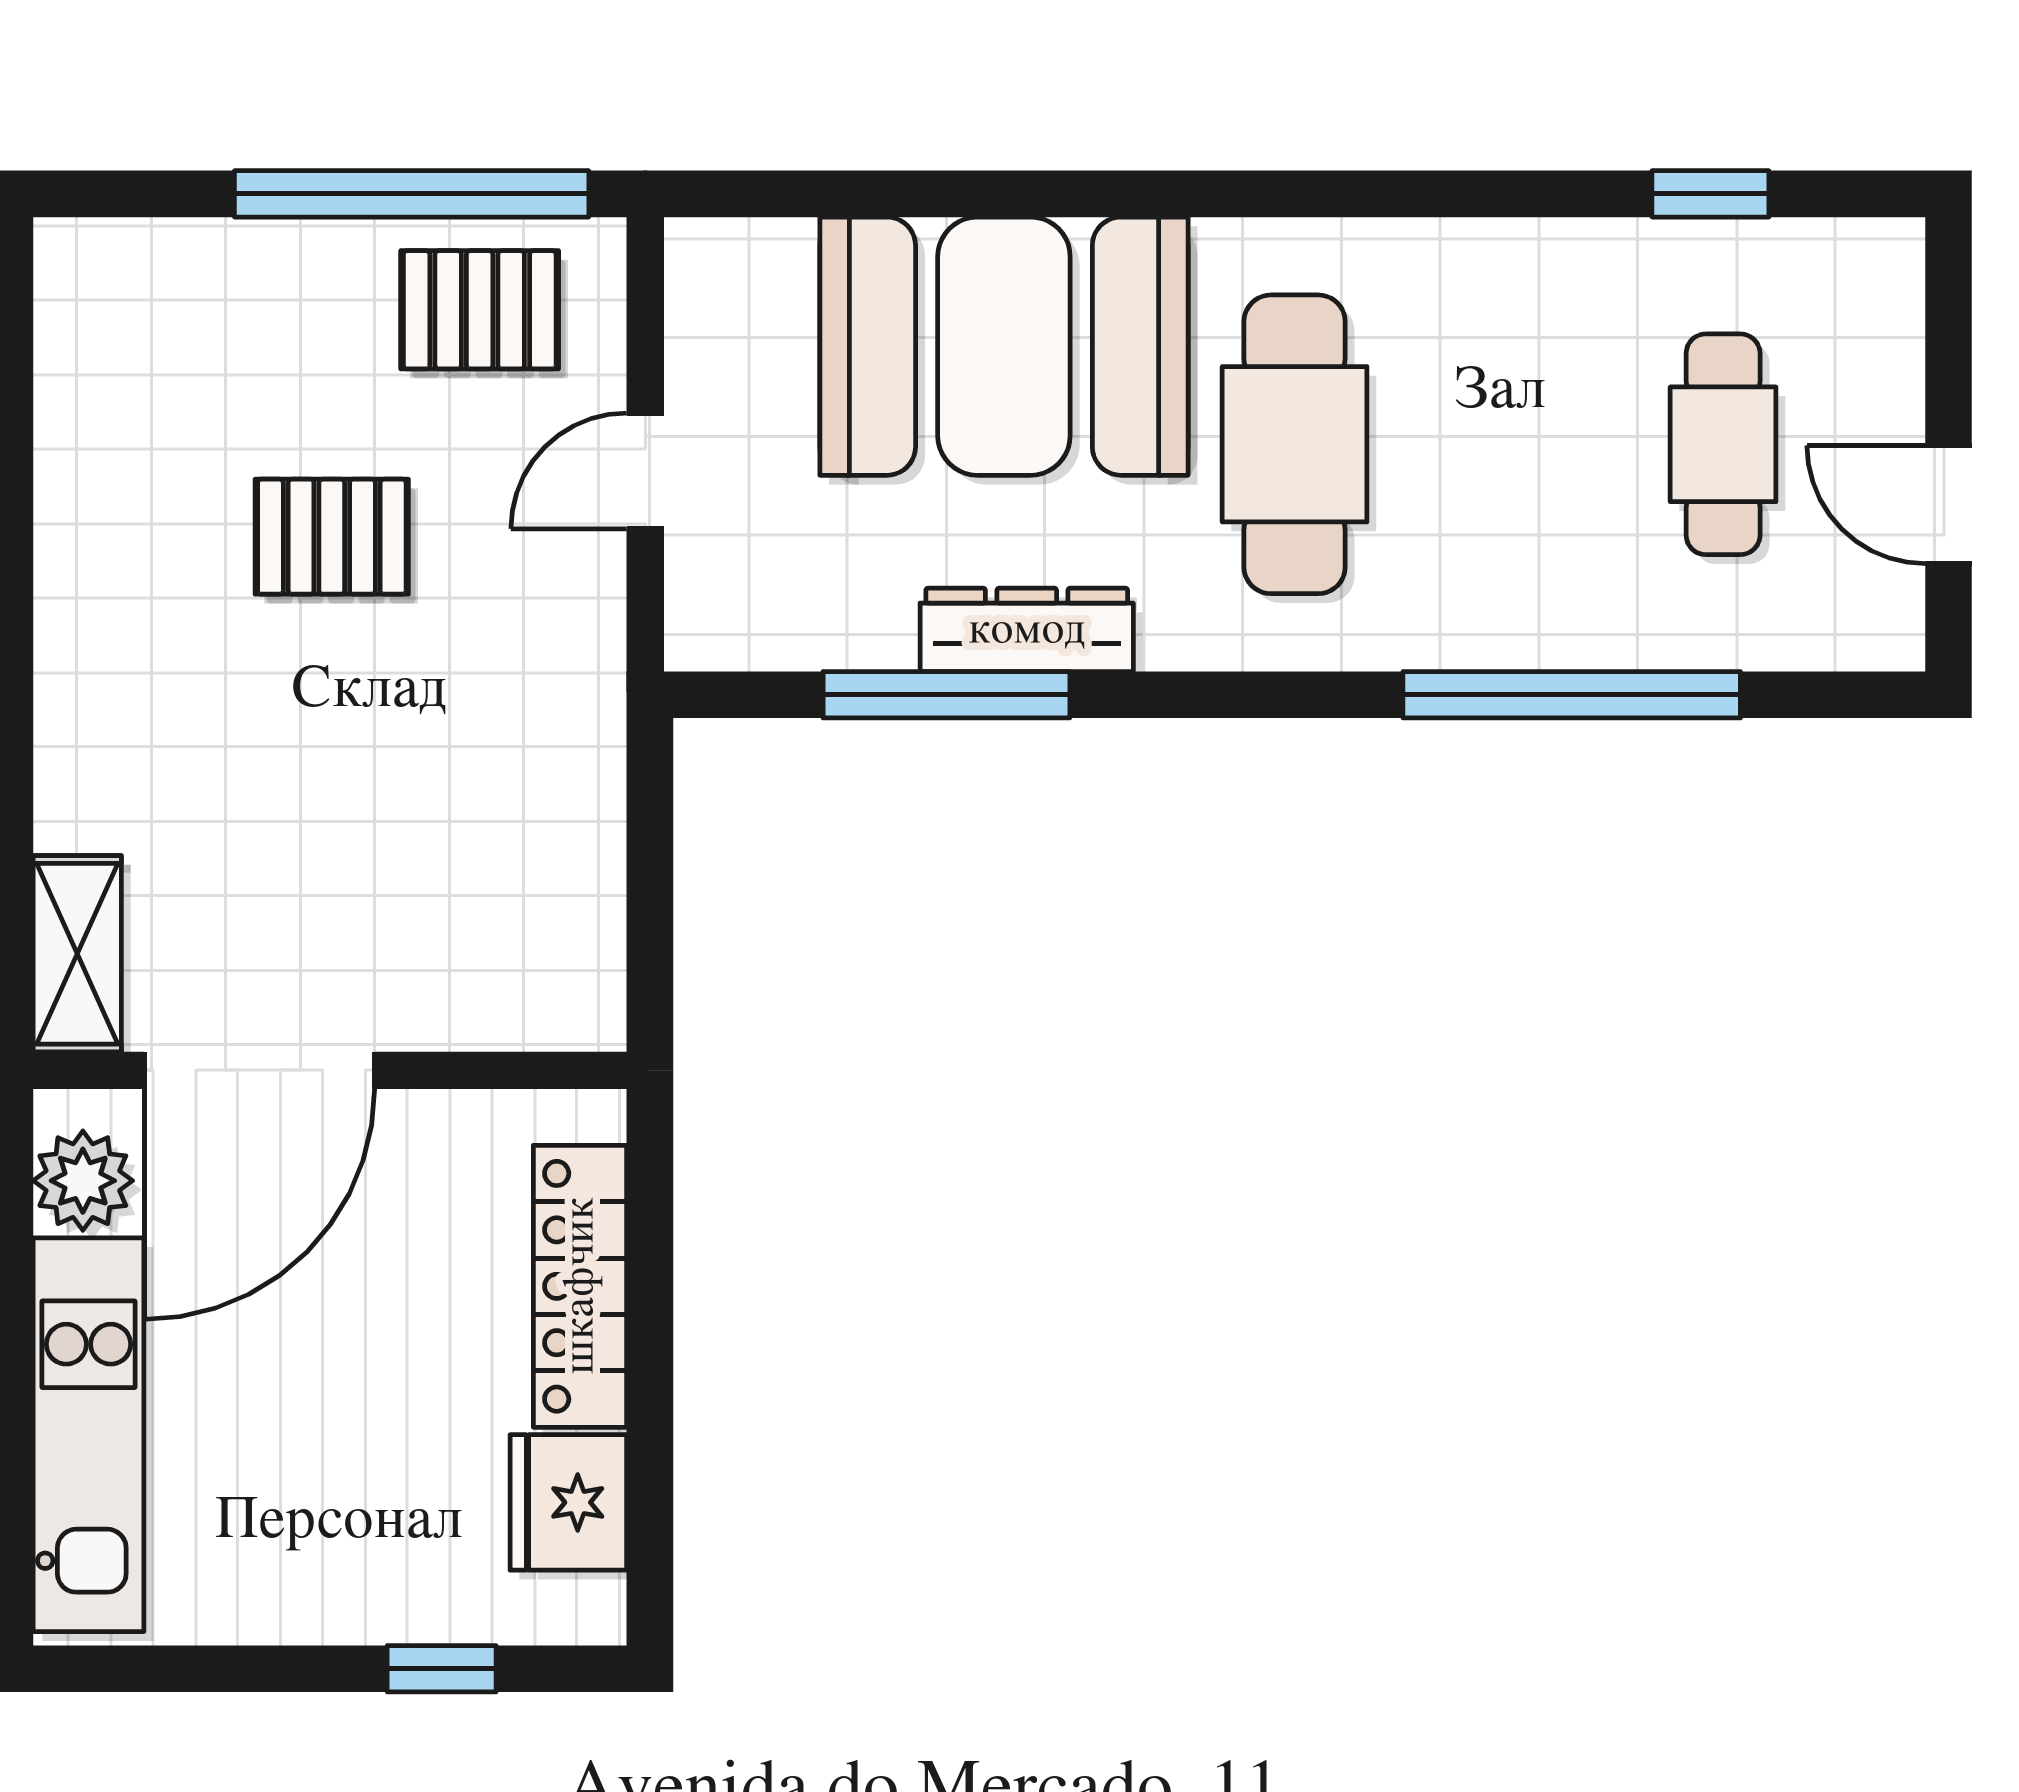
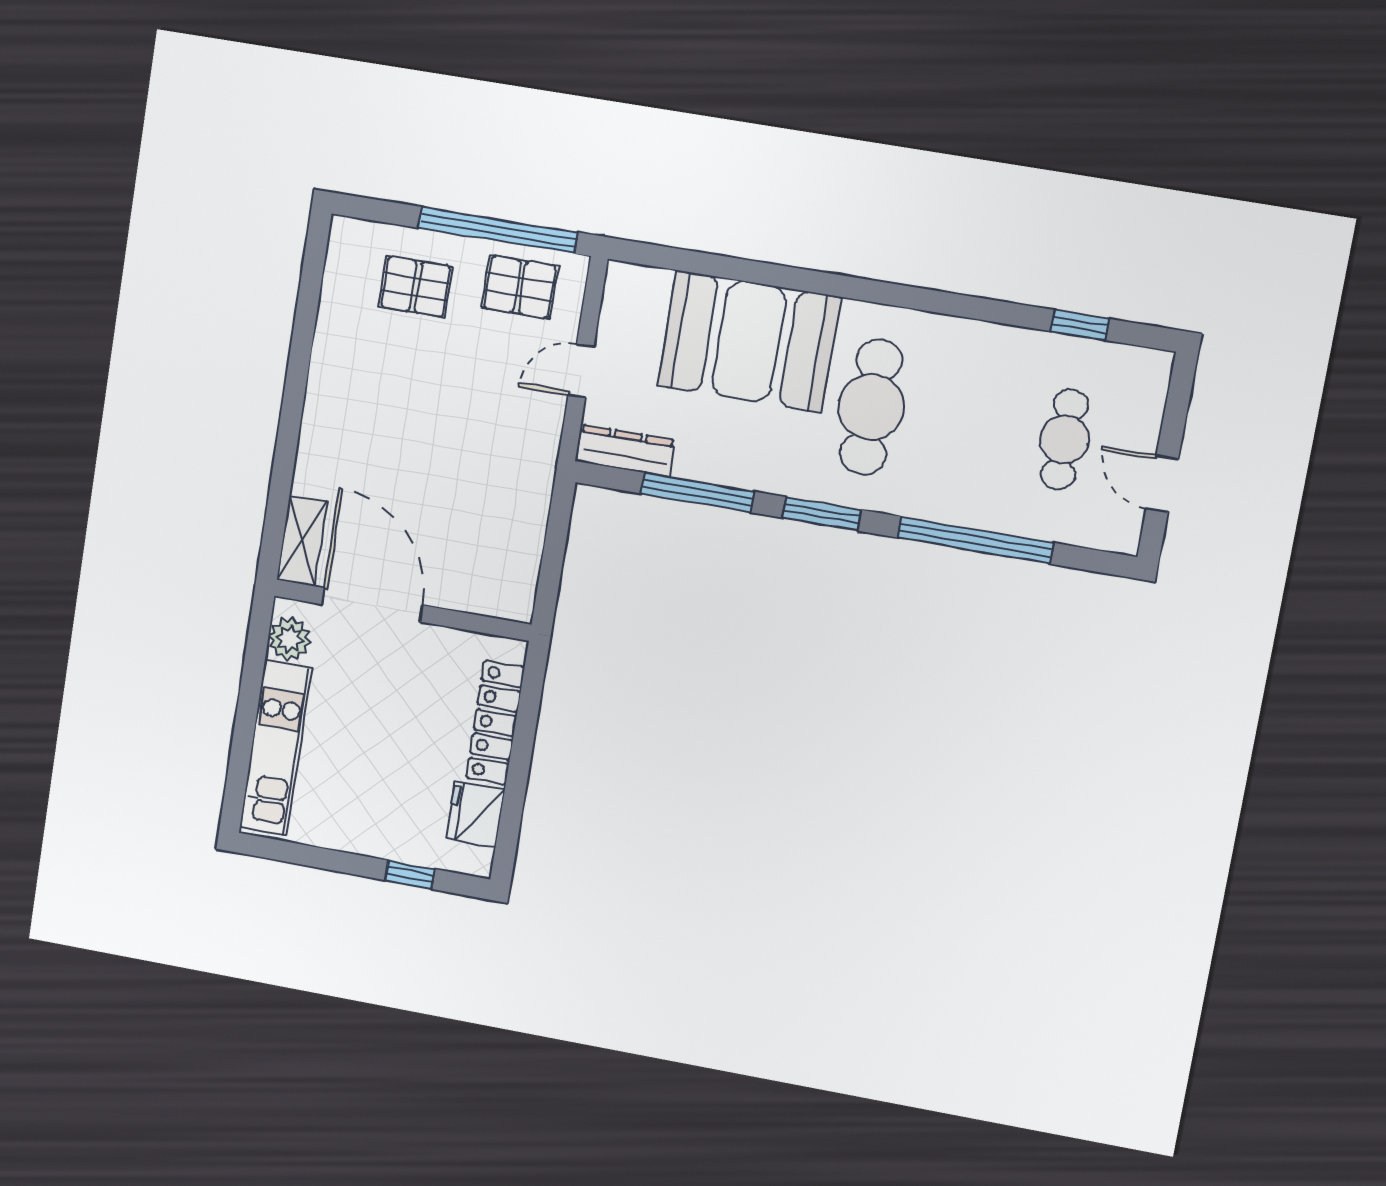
pallet: (332, 537) -> (416, 287), moved
dresser: (1027, 630) -> (626, 451), moved
window: (1228, 695) -> (822, 514), added
door: (259, 1070) -> (372, 605), swing flipped

